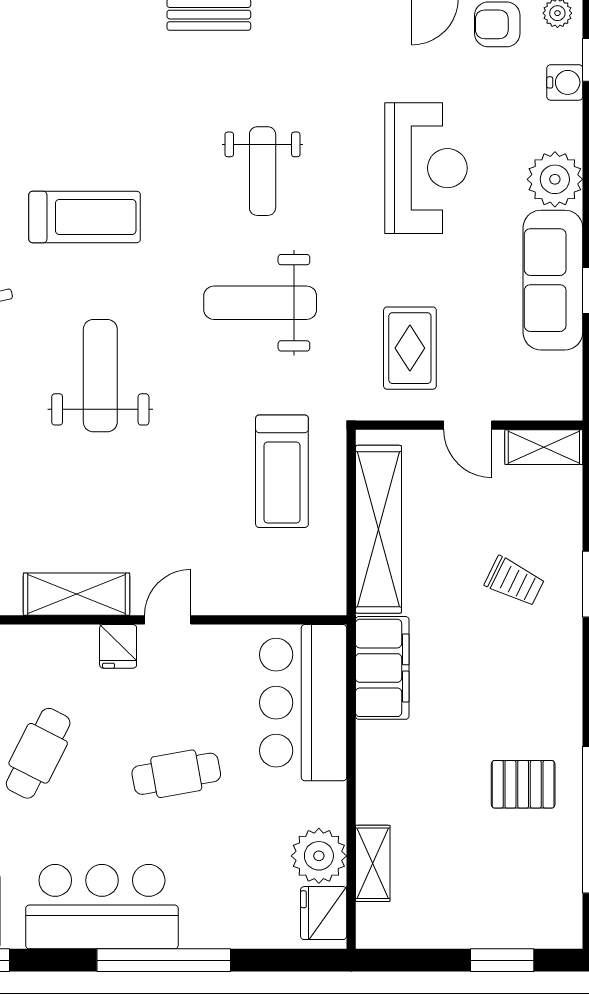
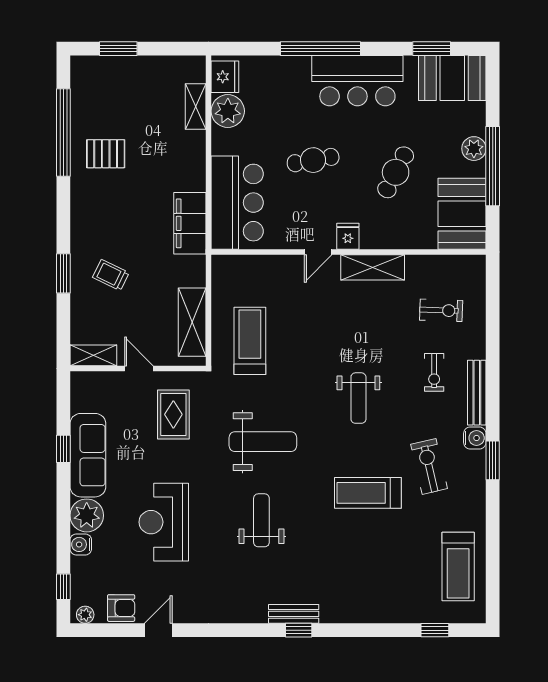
water cooler: (565, 82) -> (81, 544), moved
weight bench: (100, 376) -> (358, 398), width x0.73, depth x0.75
shelving: (378, 529) -> (192, 322), width x0.68

